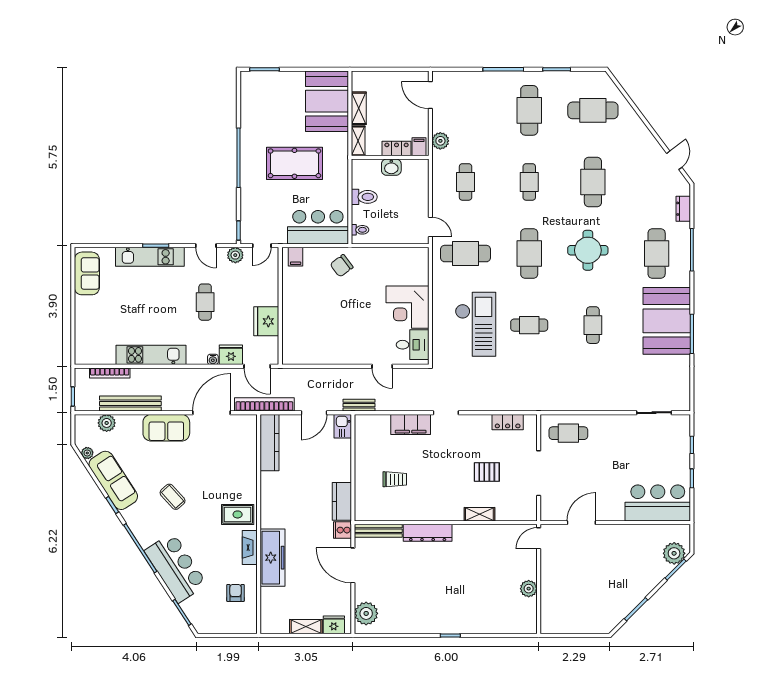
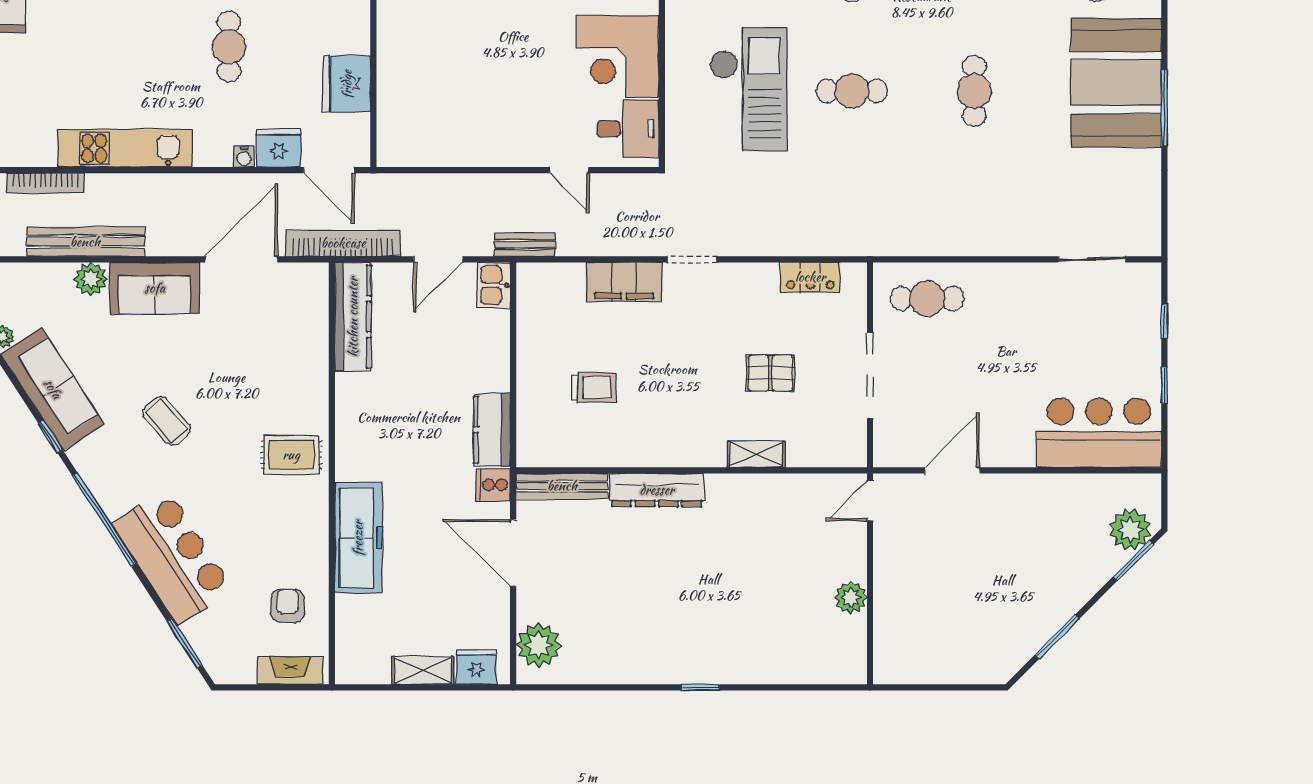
plant: (107, 423) -> (91, 279), moved
fireplace: (250, 548) -> (290, 671), moved, turned 90

